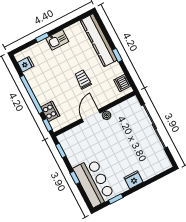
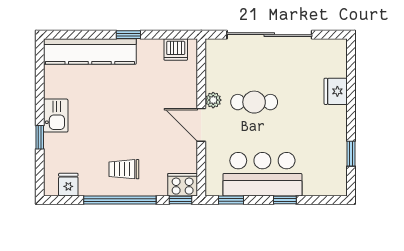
trolley: (83, 79) -> (124, 169), moved
cooker: (50, 111) -> (183, 185), moved
cafe table: (116, 136) -> (254, 102), added
fridge: (134, 180) -> (336, 91), moved
bar counter: (94, 182) -> (262, 174), moved

